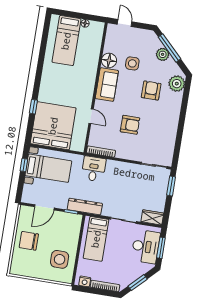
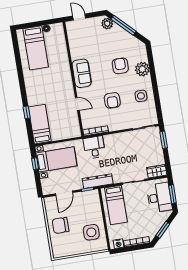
plant: (163, 54) -> (107, 24), moved
floor lamp: (109, 60) -> (77, 53), removed
side table: (132, 63) -> (141, 96), moved
plant: (177, 84) -> (142, 69), moved
armchair: (130, 125) -> (112, 100), turned 90
bed: (53, 126) -> (40, 124), width x0.49

